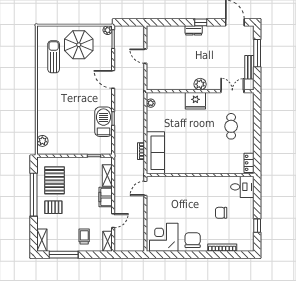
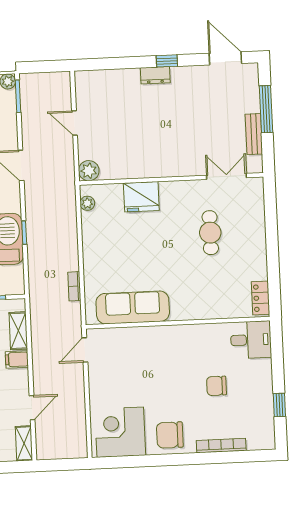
plant: (200, 84) -> (89, 171), moved
fridge: (195, 101) -> (141, 197), moved
cafe table: (231, 126) -> (210, 233), moved
sofa: (155, 153) -> (133, 307), moved, turned -90
filing cabinet: (106, 197) -> (17, 359), width x0.50
chair: (193, 240) -> (170, 435), turned -90

